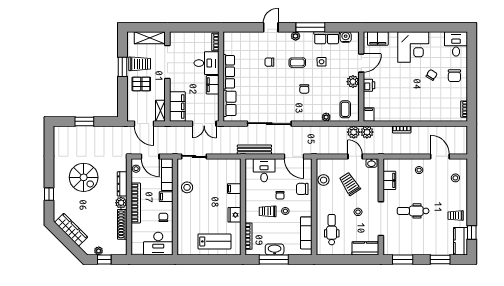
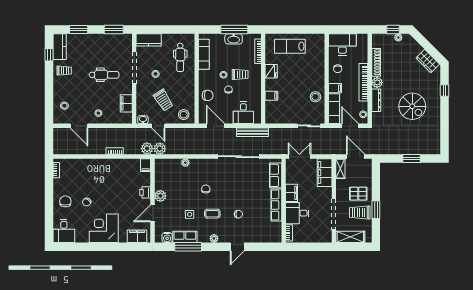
window: (310, 27) -> (188, 247), moved
coffee table: (345, 109) -> (168, 170), removed
spiral stairs: (84, 177) -> (412, 106), turned 180
stool: (324, 180) -> (184, 115), moved
wardrobe: (71, 230) -> (428, 61), width x0.67

